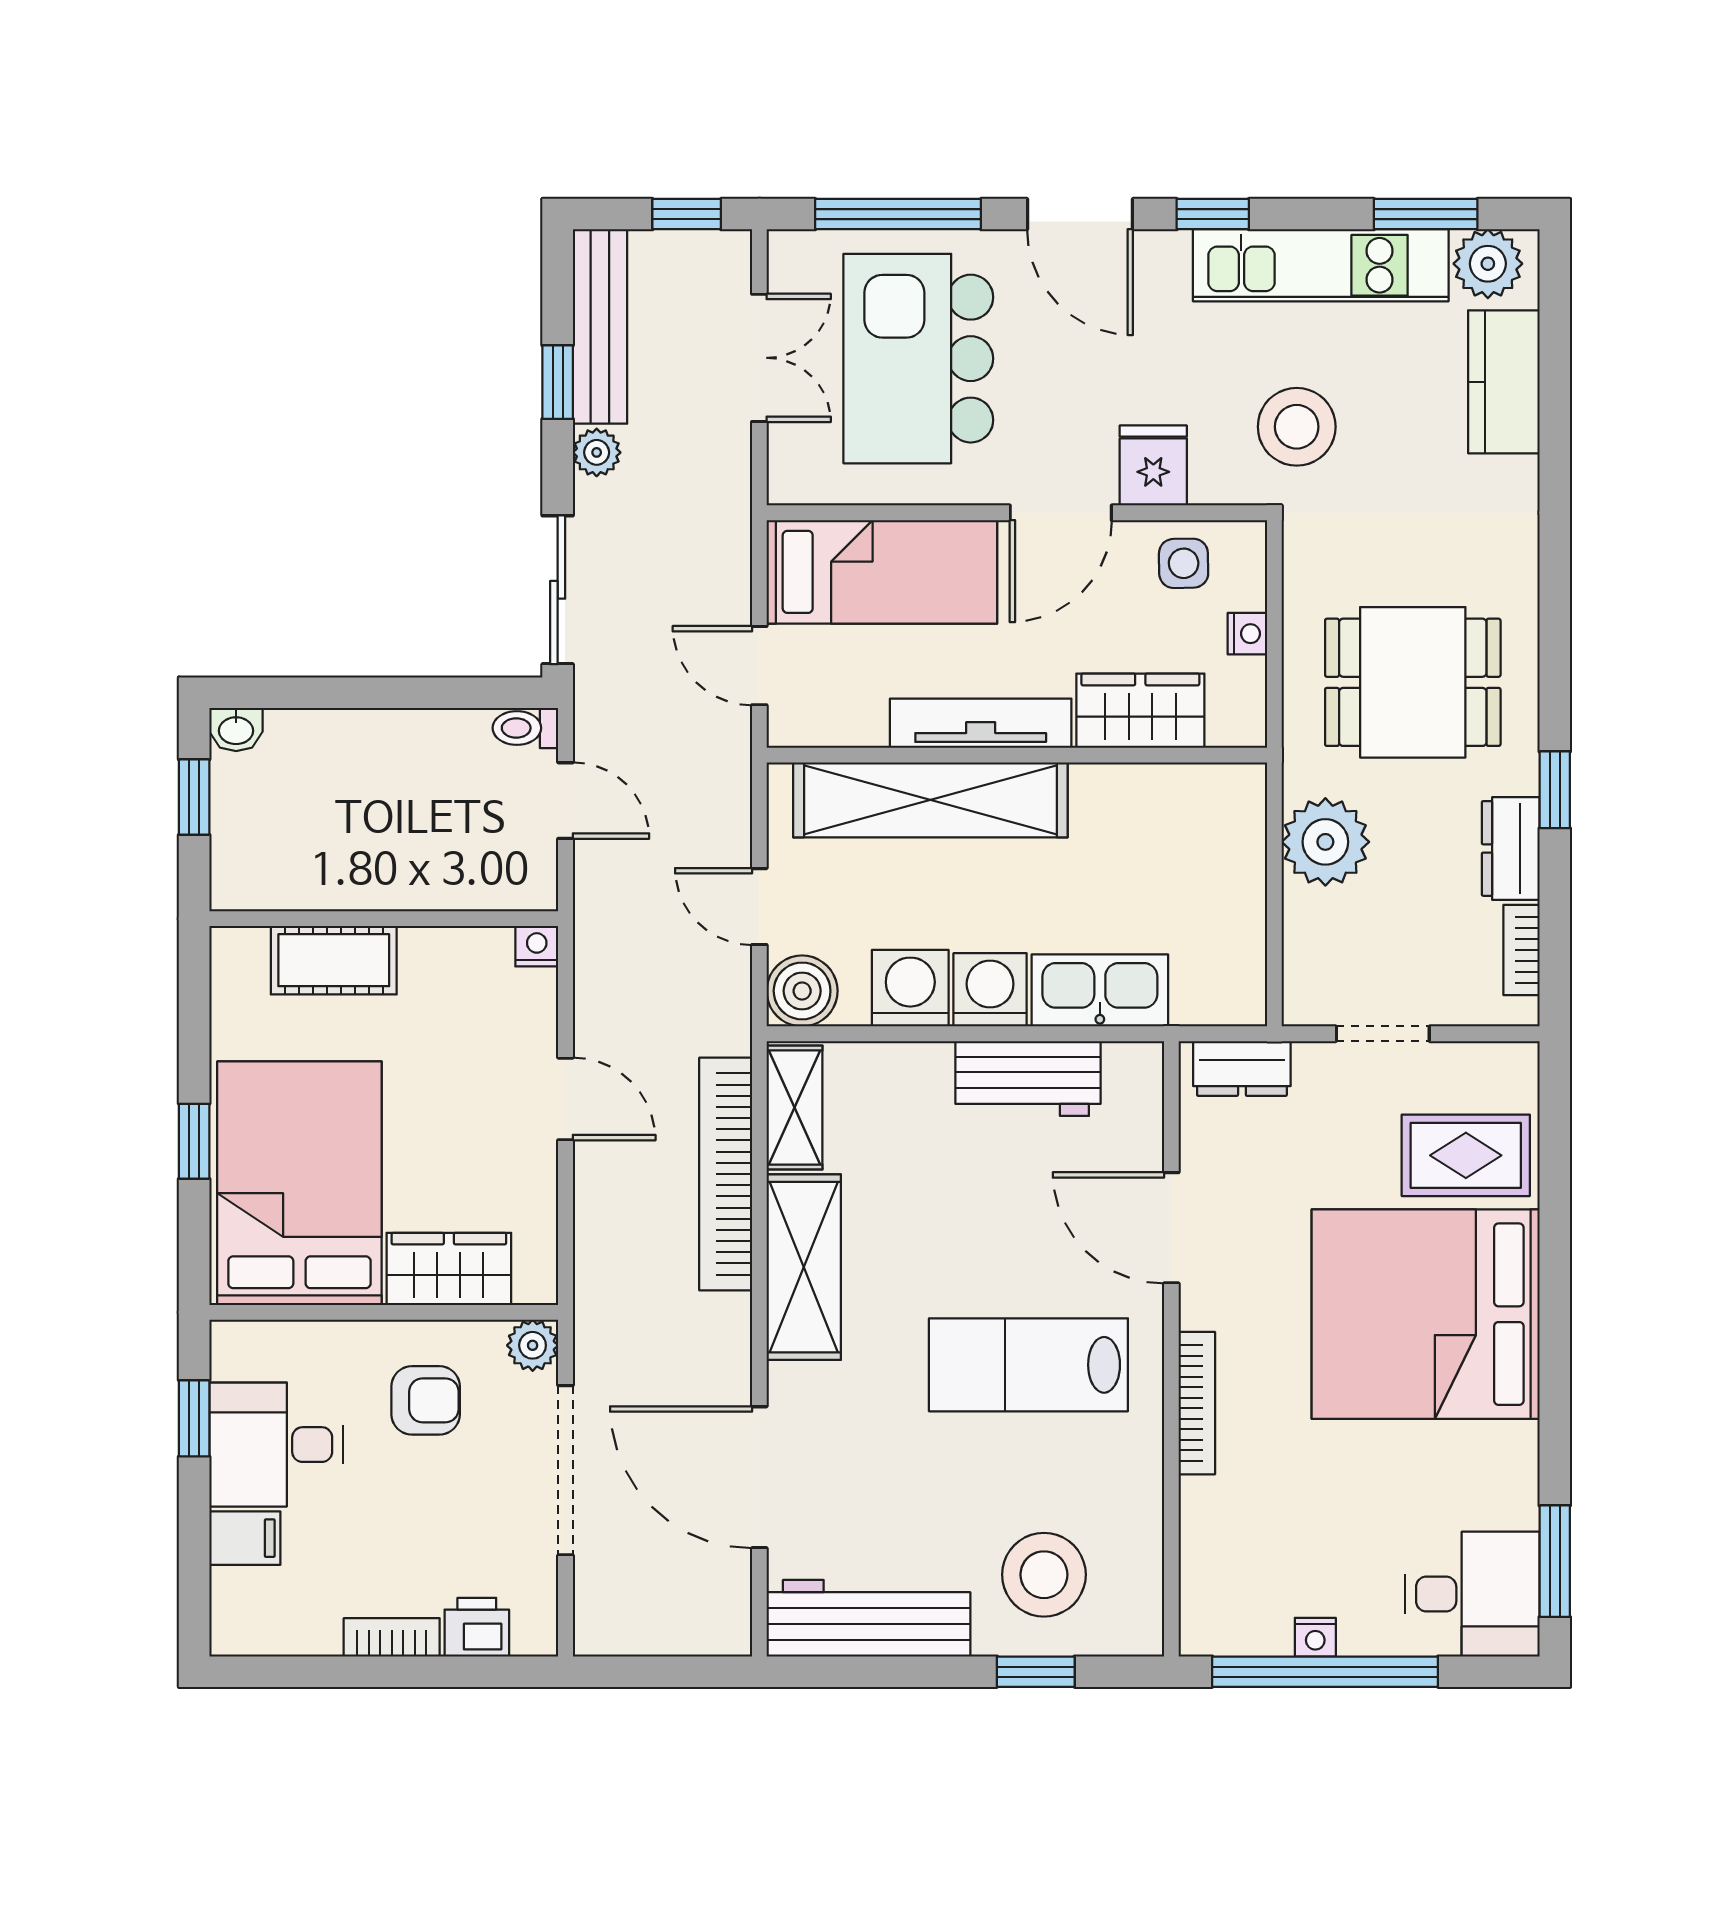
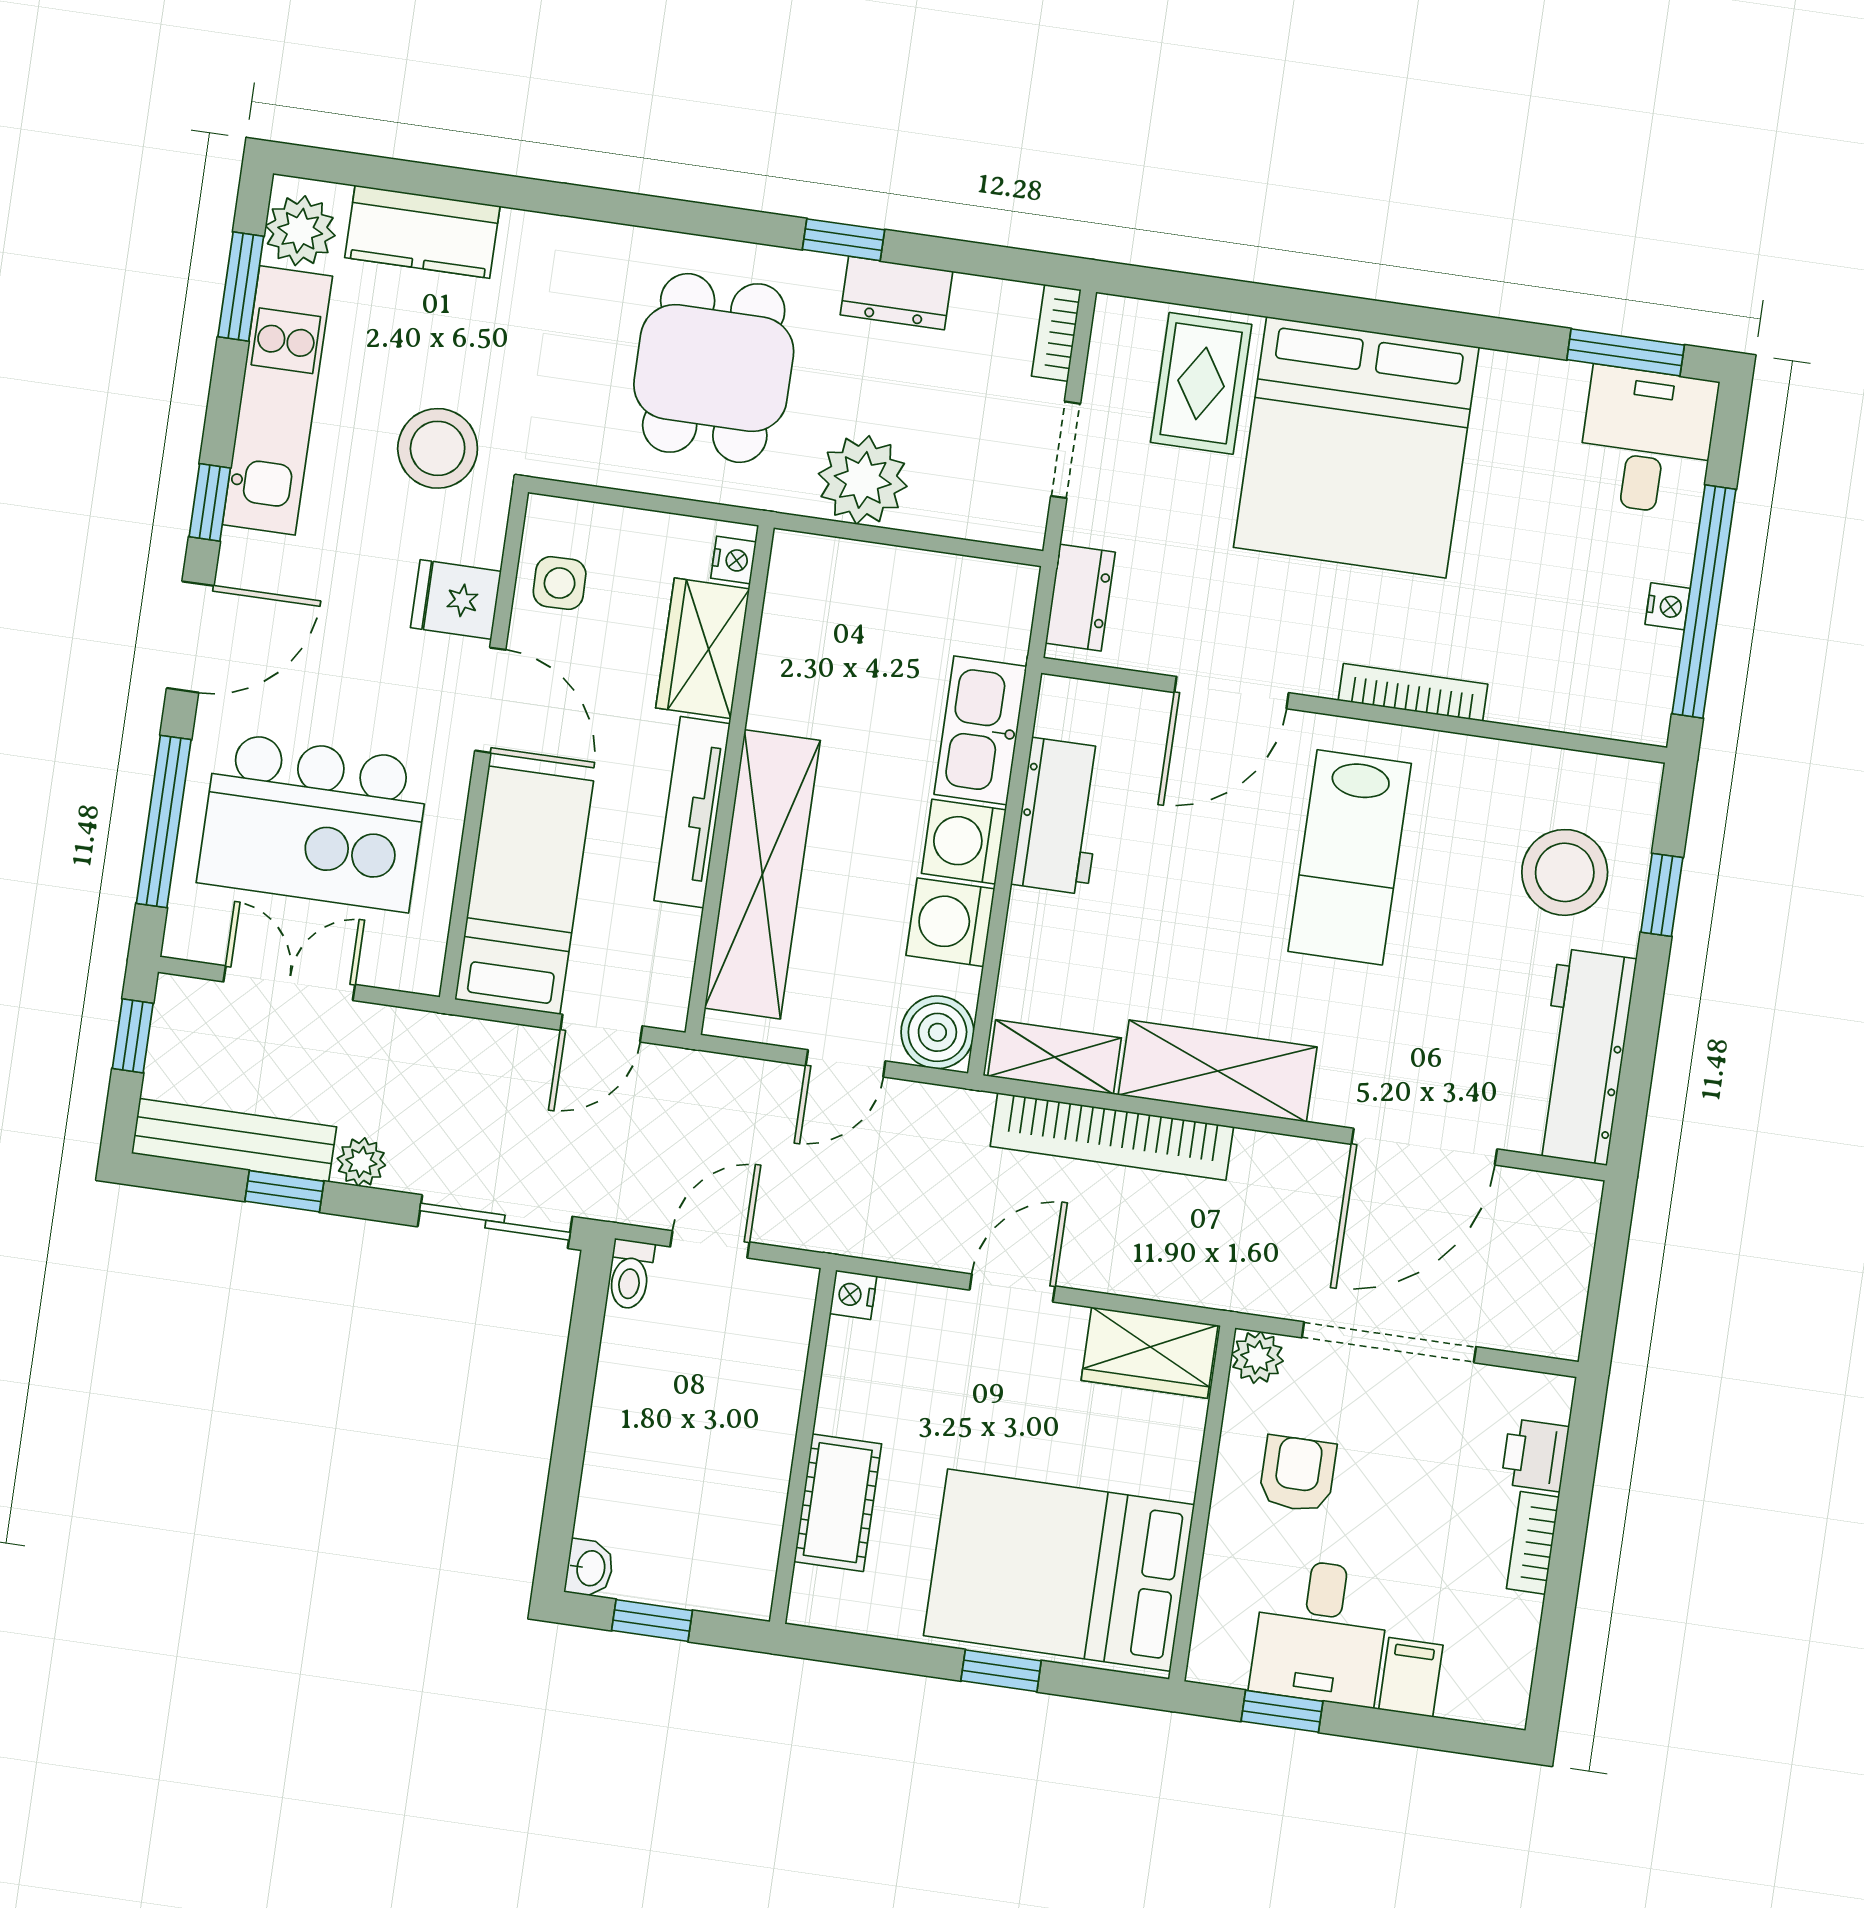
nightstand: (1247, 634) -> (733, 560), moved, turned 90
bookcase: (1522, 950) -> (1056, 333), moved, turned 90
wardrobe: (449, 1269) -> (1150, 1353), moved, turned -90

